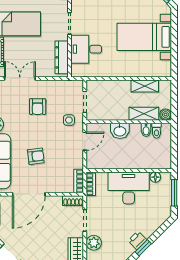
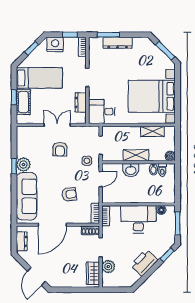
bed with nightstands: (144, 37) -> (152, 96), width x1.36
desk: (86, 49) -> (102, 111), moved
dresser: (62, 57) -> (81, 102), width x0.70
double door: (20, 78) -> (57, 125), moved
shelving: (144, 114) -> (136, 155), moved
armchair: (36, 156) -> (69, 194), moved
printer: (137, 240) -> (144, 263), width x1.87, depth x1.48
window: (143, 248) -> (167, 255), moved

